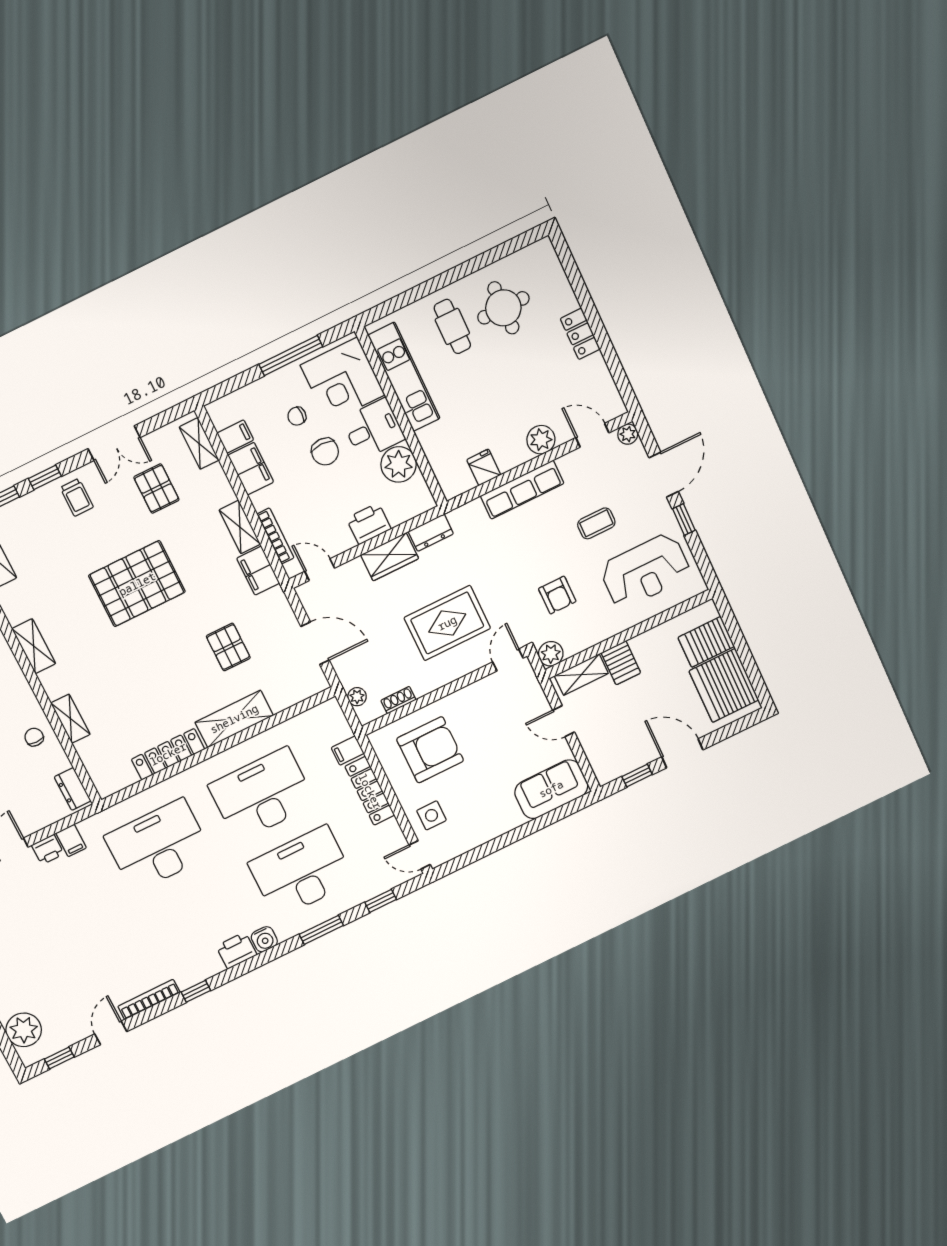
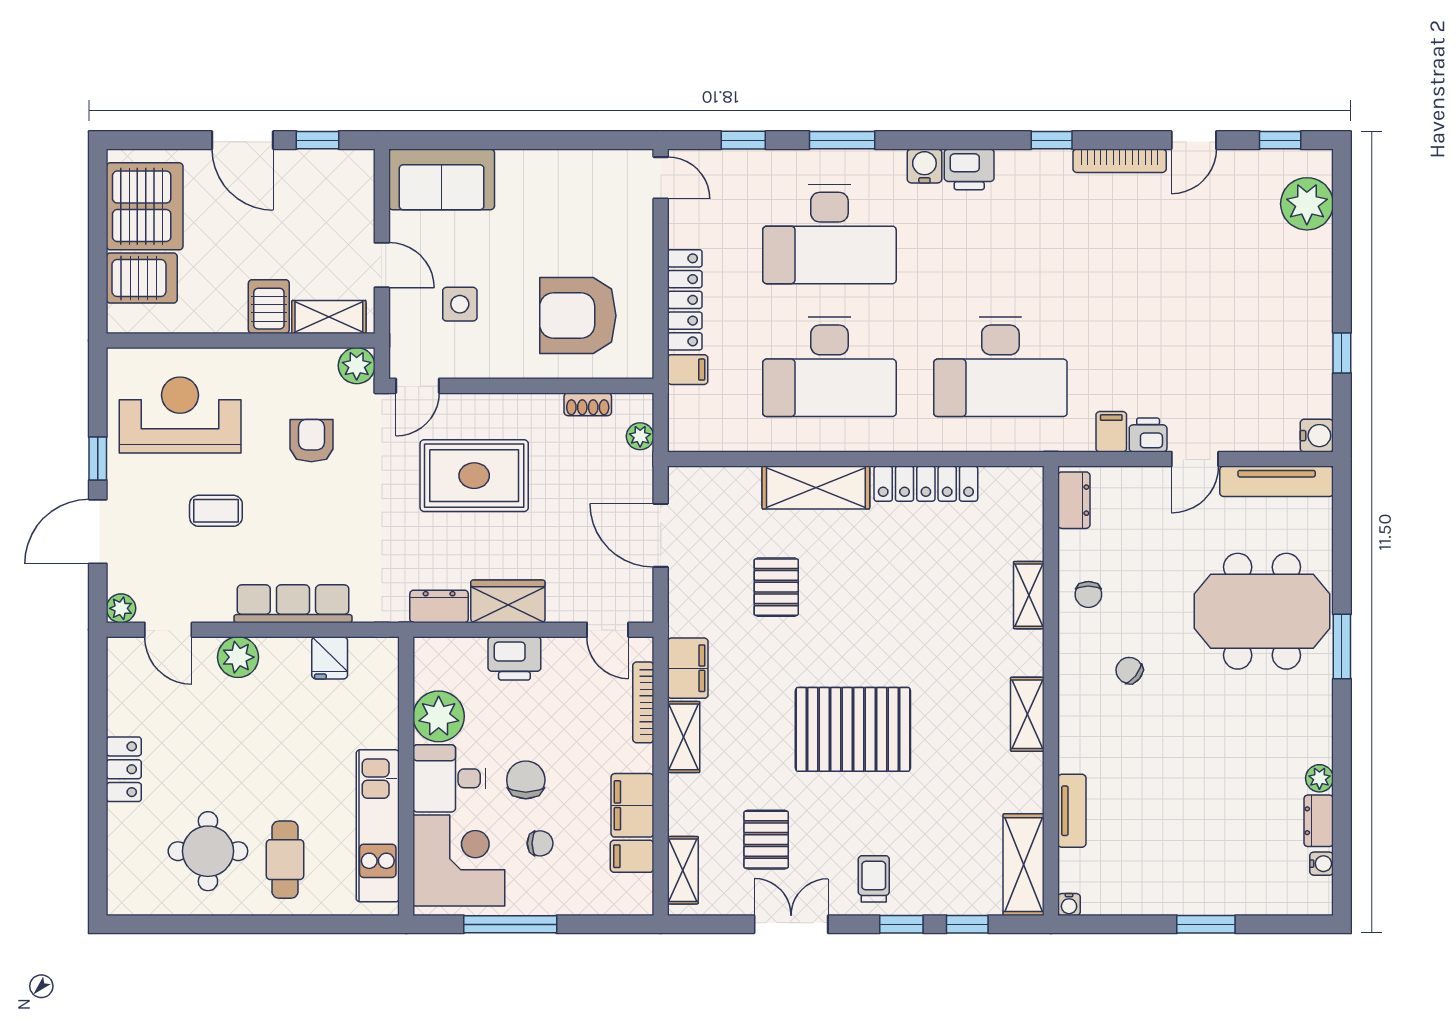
side table: (431, 815) -> (460, 304), moved

